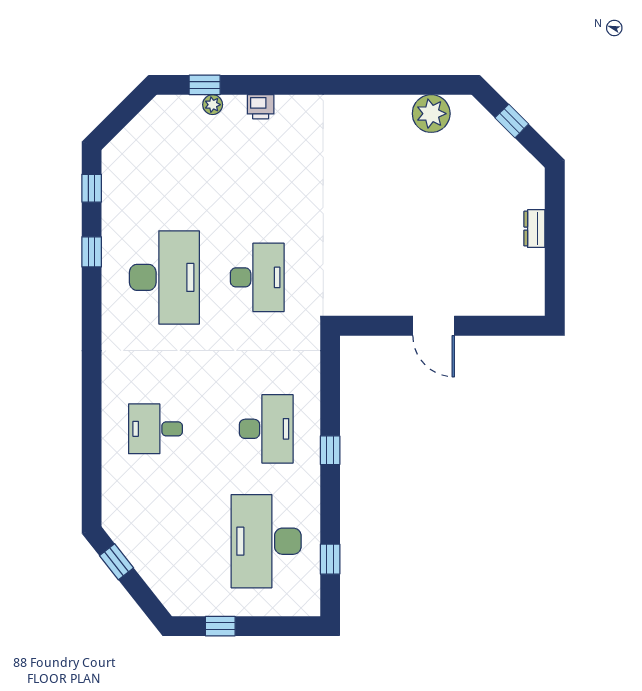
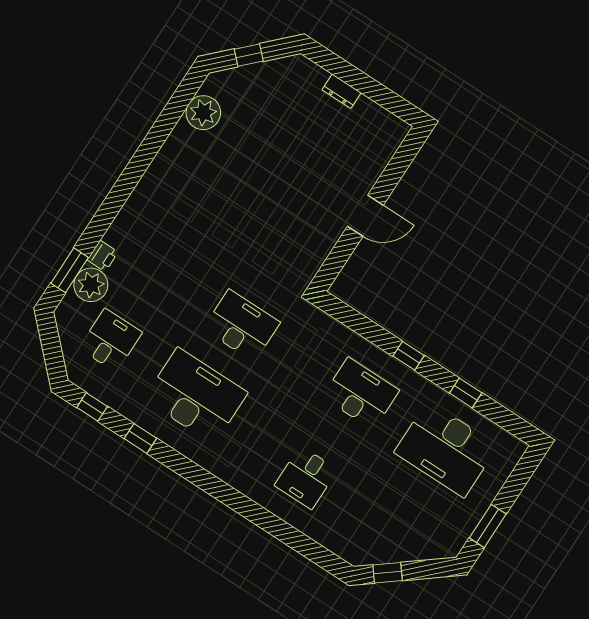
window: (205, 85) -> (70, 270), width x1.50
plant: (213, 105) -> (91, 285), width x1.87, depth x1.87
printer: (261, 107) -> (103, 256), moved
desk: (164, 165) -> (110, 340), added
window: (330, 559) -> (466, 393), moved
window: (220, 626) -> (488, 526), width x1.50

